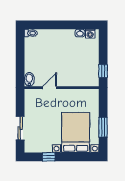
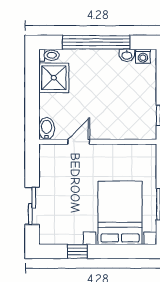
window: (61, 25) -> (96, 42), added
shower: (34, 47) -> (54, 78), added

